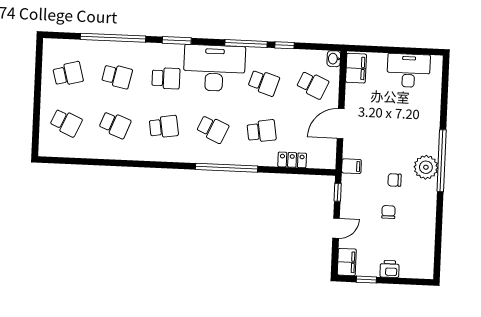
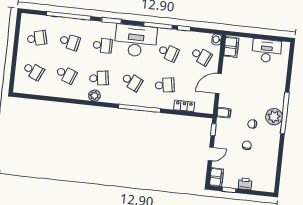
plant: (159, 153) -> (94, 96), added

